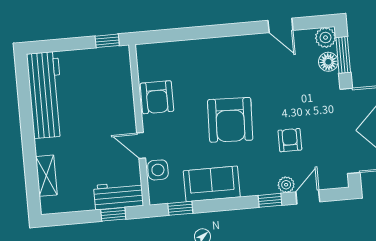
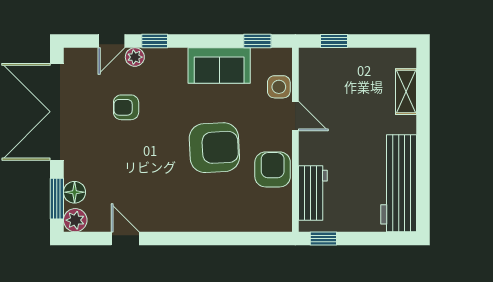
armchair: (230, 120) -> (214, 148), moved, turned 85
armchair: (290, 140) -> (126, 107), turned 90
workbench: (119, 196) -> (313, 193), moved, turned -90

